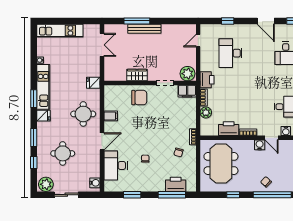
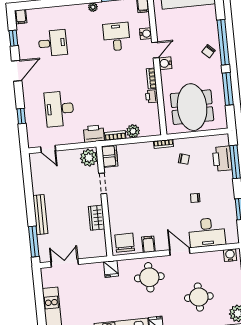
window: (137, 21) -> (34, 241), moved
desk: (231, 53) -> (59, 109), turned 90
chair: (139, 98) -> (125, 243), moved
printer: (229, 129) -> (152, 96), width x0.53, depth x0.68
meeting table: (221, 164) -> (192, 107), turned 90
window: (233, 195) -> (228, 89), width x2.17

